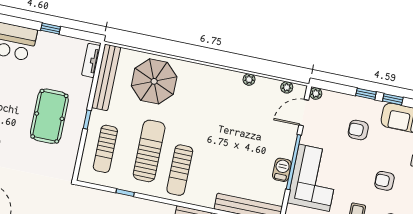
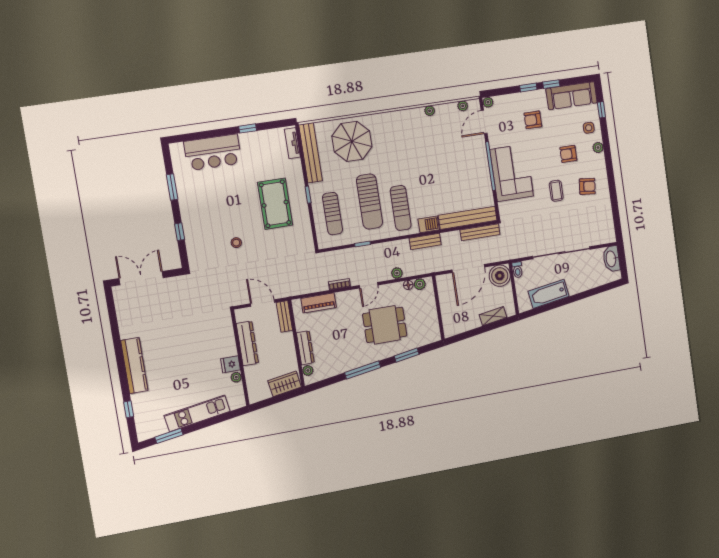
sun lounger: (149, 151) -> (369, 202), turned 180
barbecue: (282, 170) -> (429, 224), moved, turned 90

